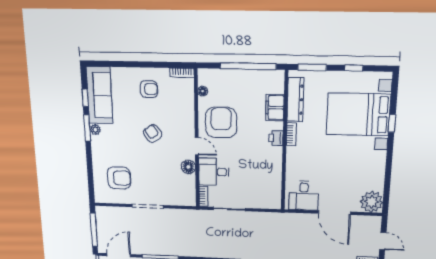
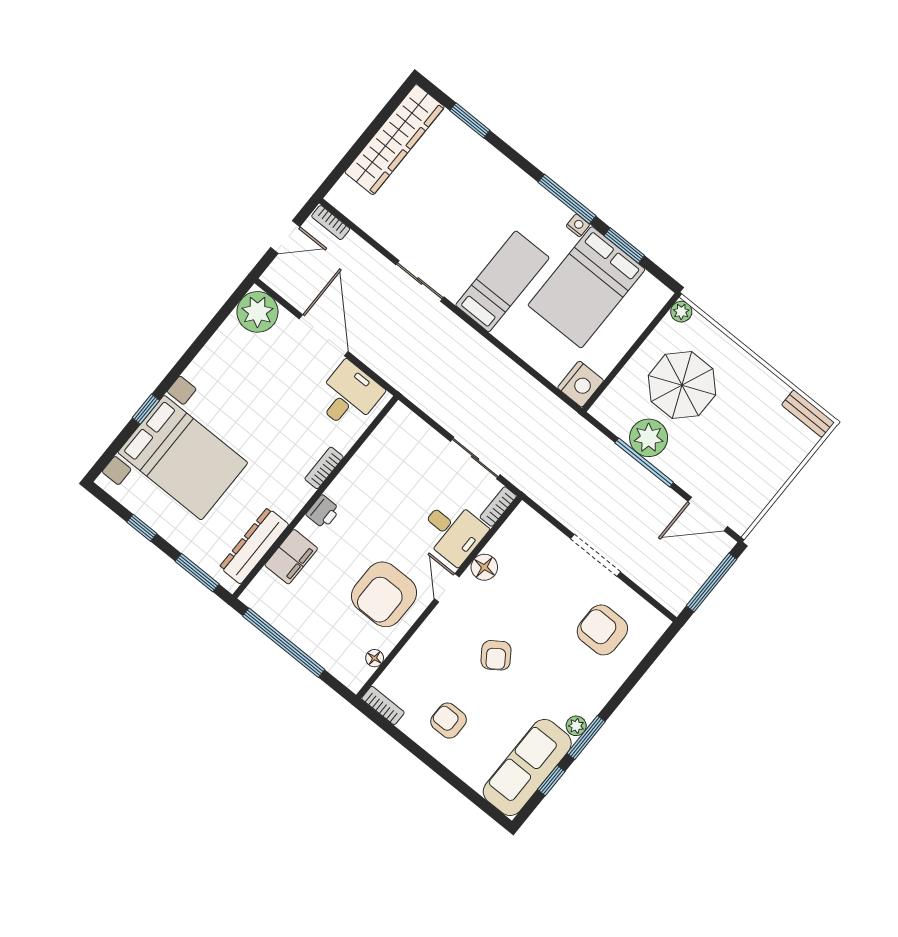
bookcase: (291, 134) -> (324, 468), moved
door: (383, 241) -> (285, 237), swing flipped

